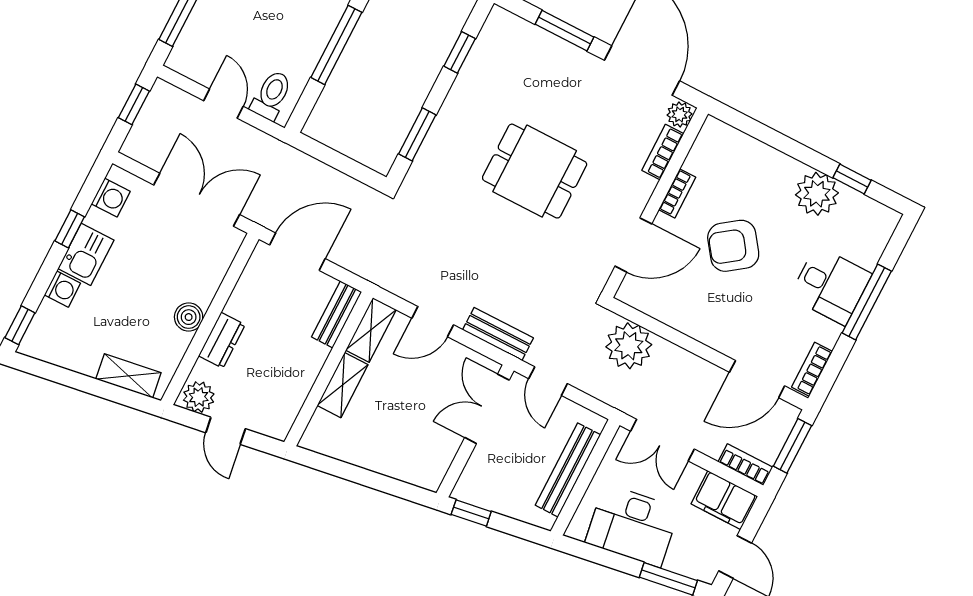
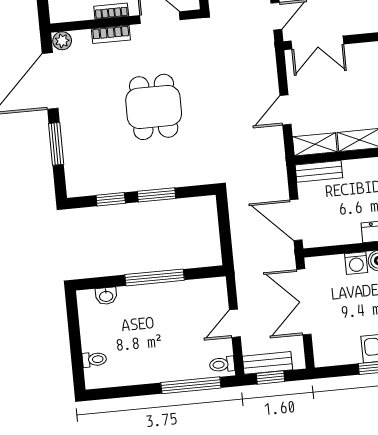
toilet: (271, 95) -> (222, 364), moved, width x0.73, depth x0.72
window: (417, 134) -> (157, 195), moved
bookcase: (663, 152) -> (111, 34), moved
washing machine: (111, 198) -> (356, 263), moved, turned 180
door: (433, 322) -> (285, 110), swing flipped
bench: (498, 334) -> (267, 363), moved, turned 90

